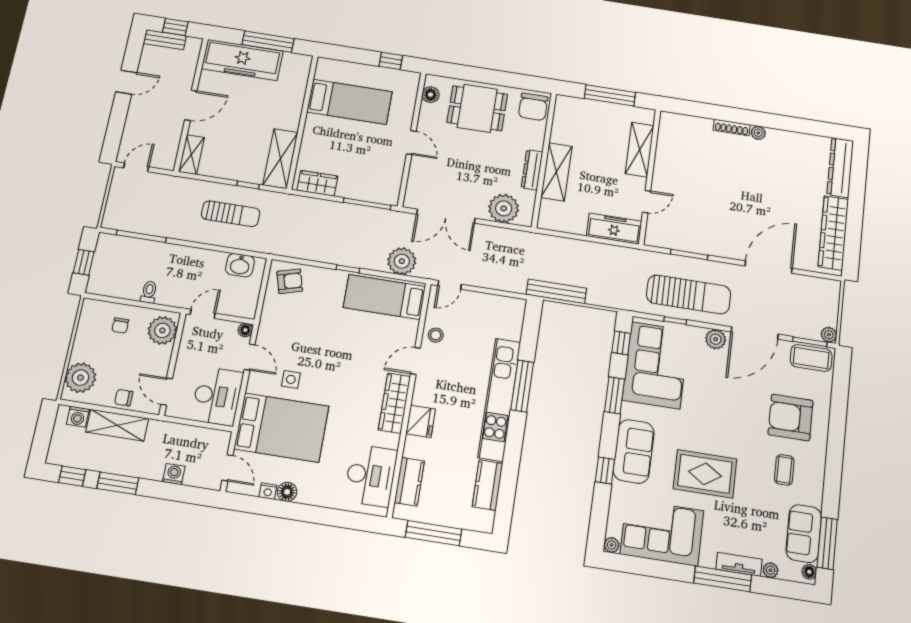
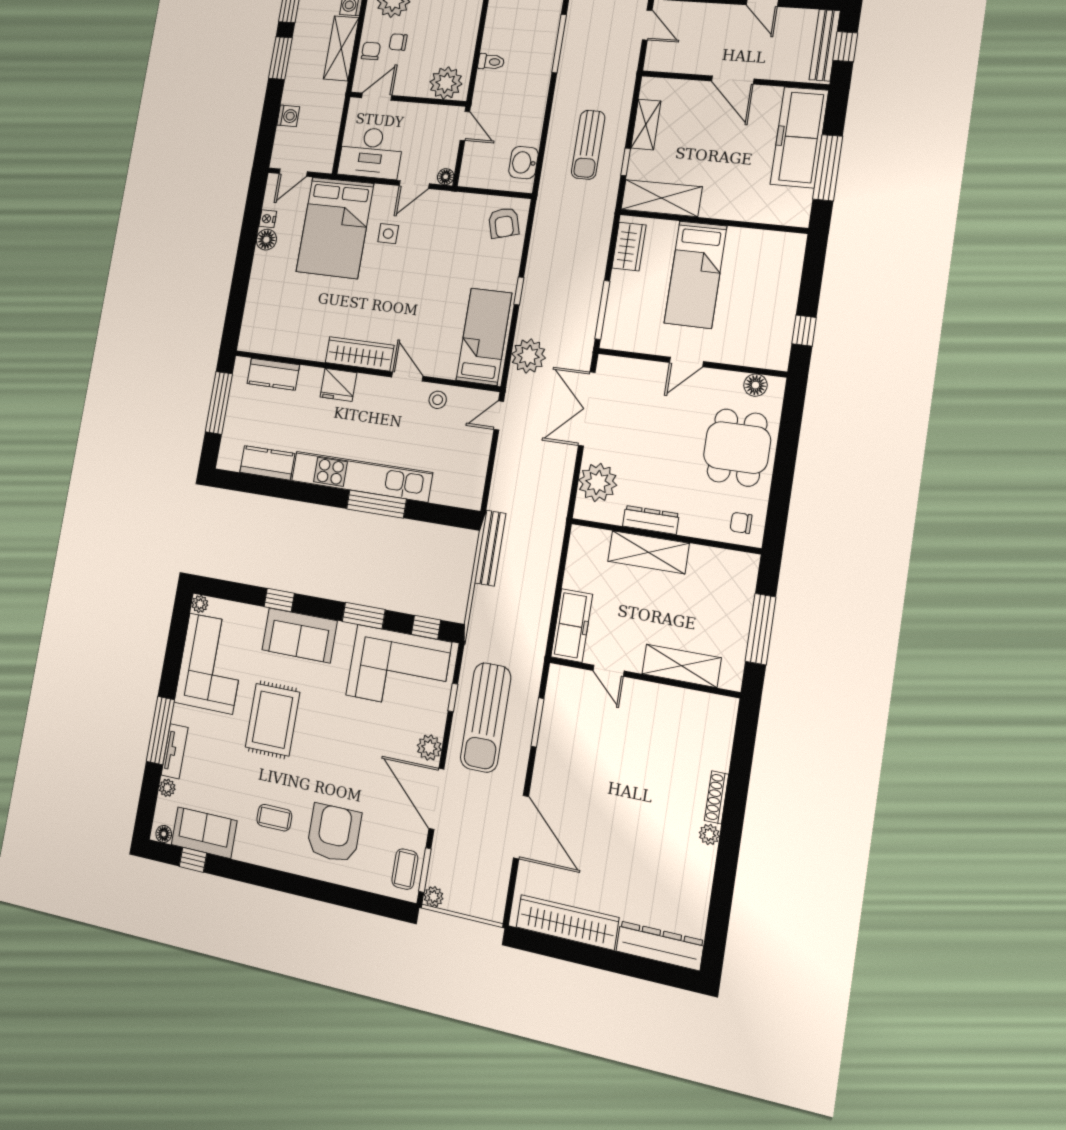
bench: (165, 40) -> (825, 45), width x1.36
bed: (350, 102) -> (696, 275), moved
chair: (533, 107) -> (741, 523), width x0.54, depth x0.54
shelving: (192, 154) -> (646, 125), moved, turned 90
door: (450, 285) -> (499, 415), hinge flipped
chair: (120, 325) -> (398, 42), moved
coffee table: (811, 358) -> (405, 869), width x0.73, depth x0.77
desk: (371, 475) -> (281, 330), removed
window: (827, 543) -> (193, 860), width x0.46

